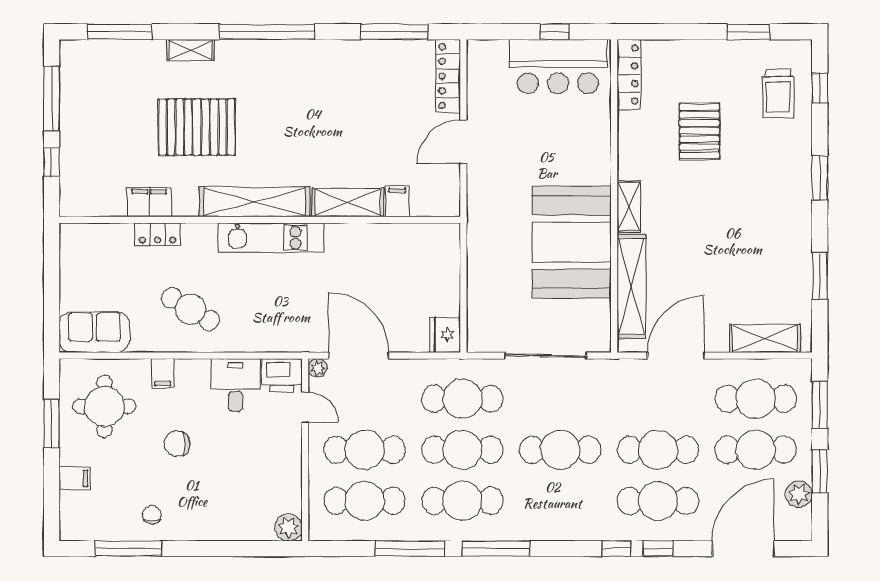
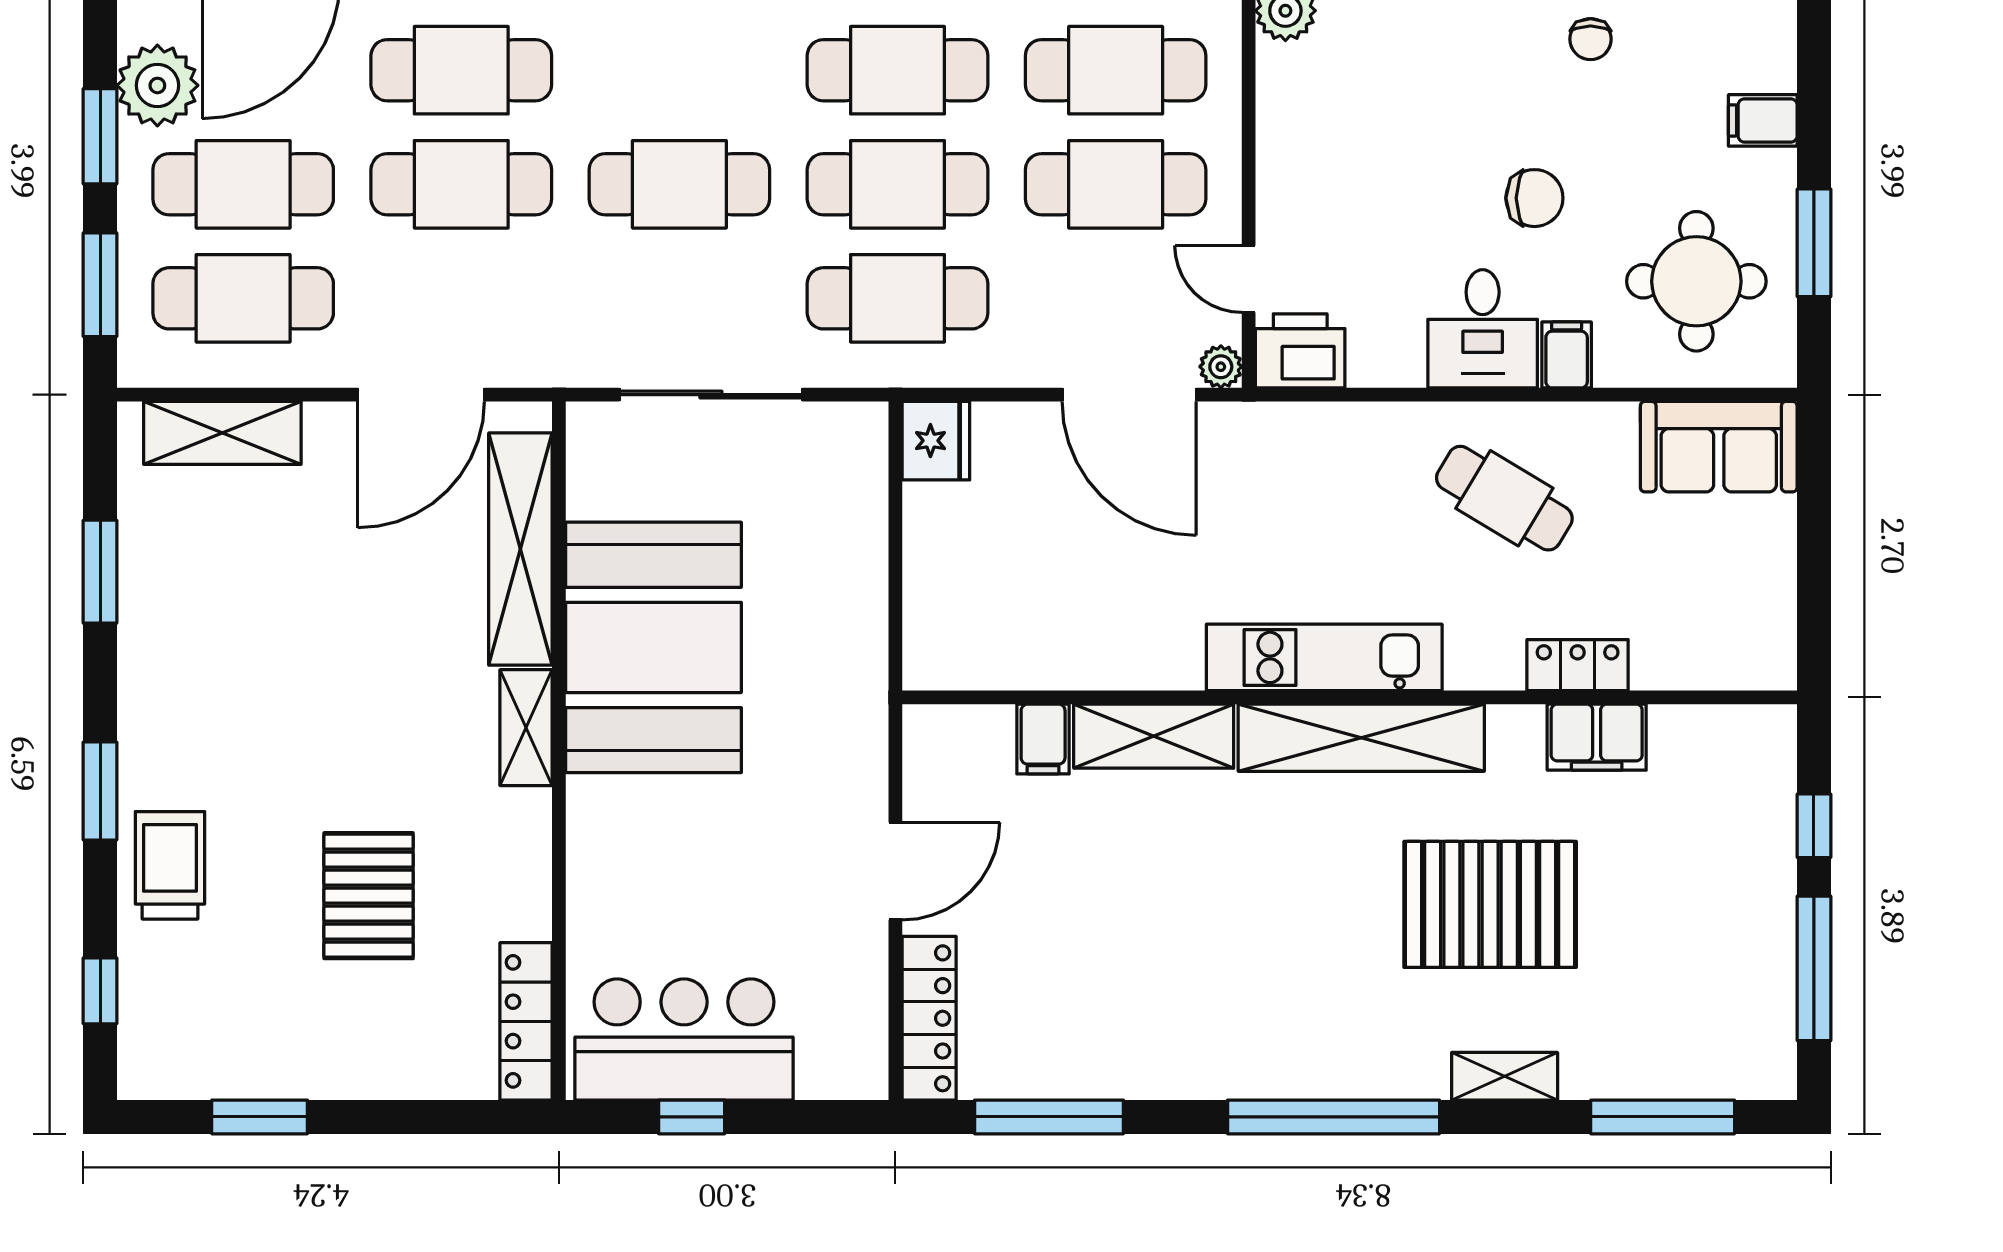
trolley: (778, 94) -> (170, 865), moved
desk: (235, 385) -> (1483, 329), moved
plant: (799, 494) -> (157, 85), width x1.36, depth x1.36

